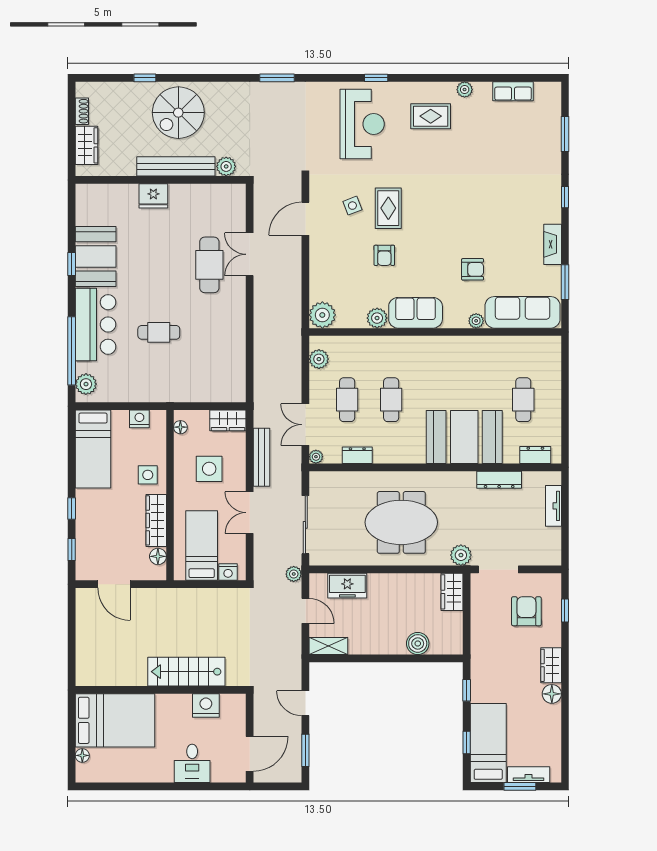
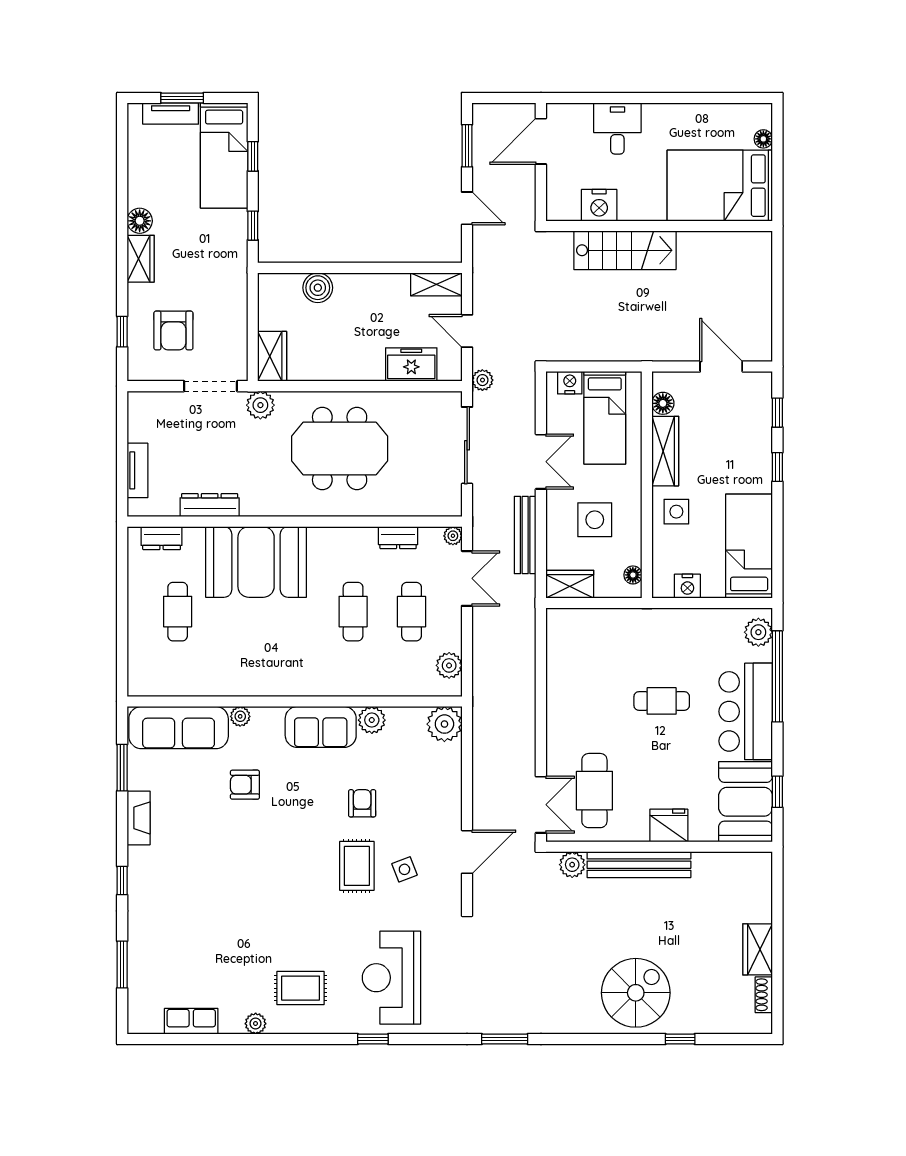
bench: (176, 166) -> (639, 865), moved
plant: (226, 166) -> (572, 865), moved
wall: (161, 180) -> (659, 847), moved
fridge: (153, 196) -> (669, 826), moved

